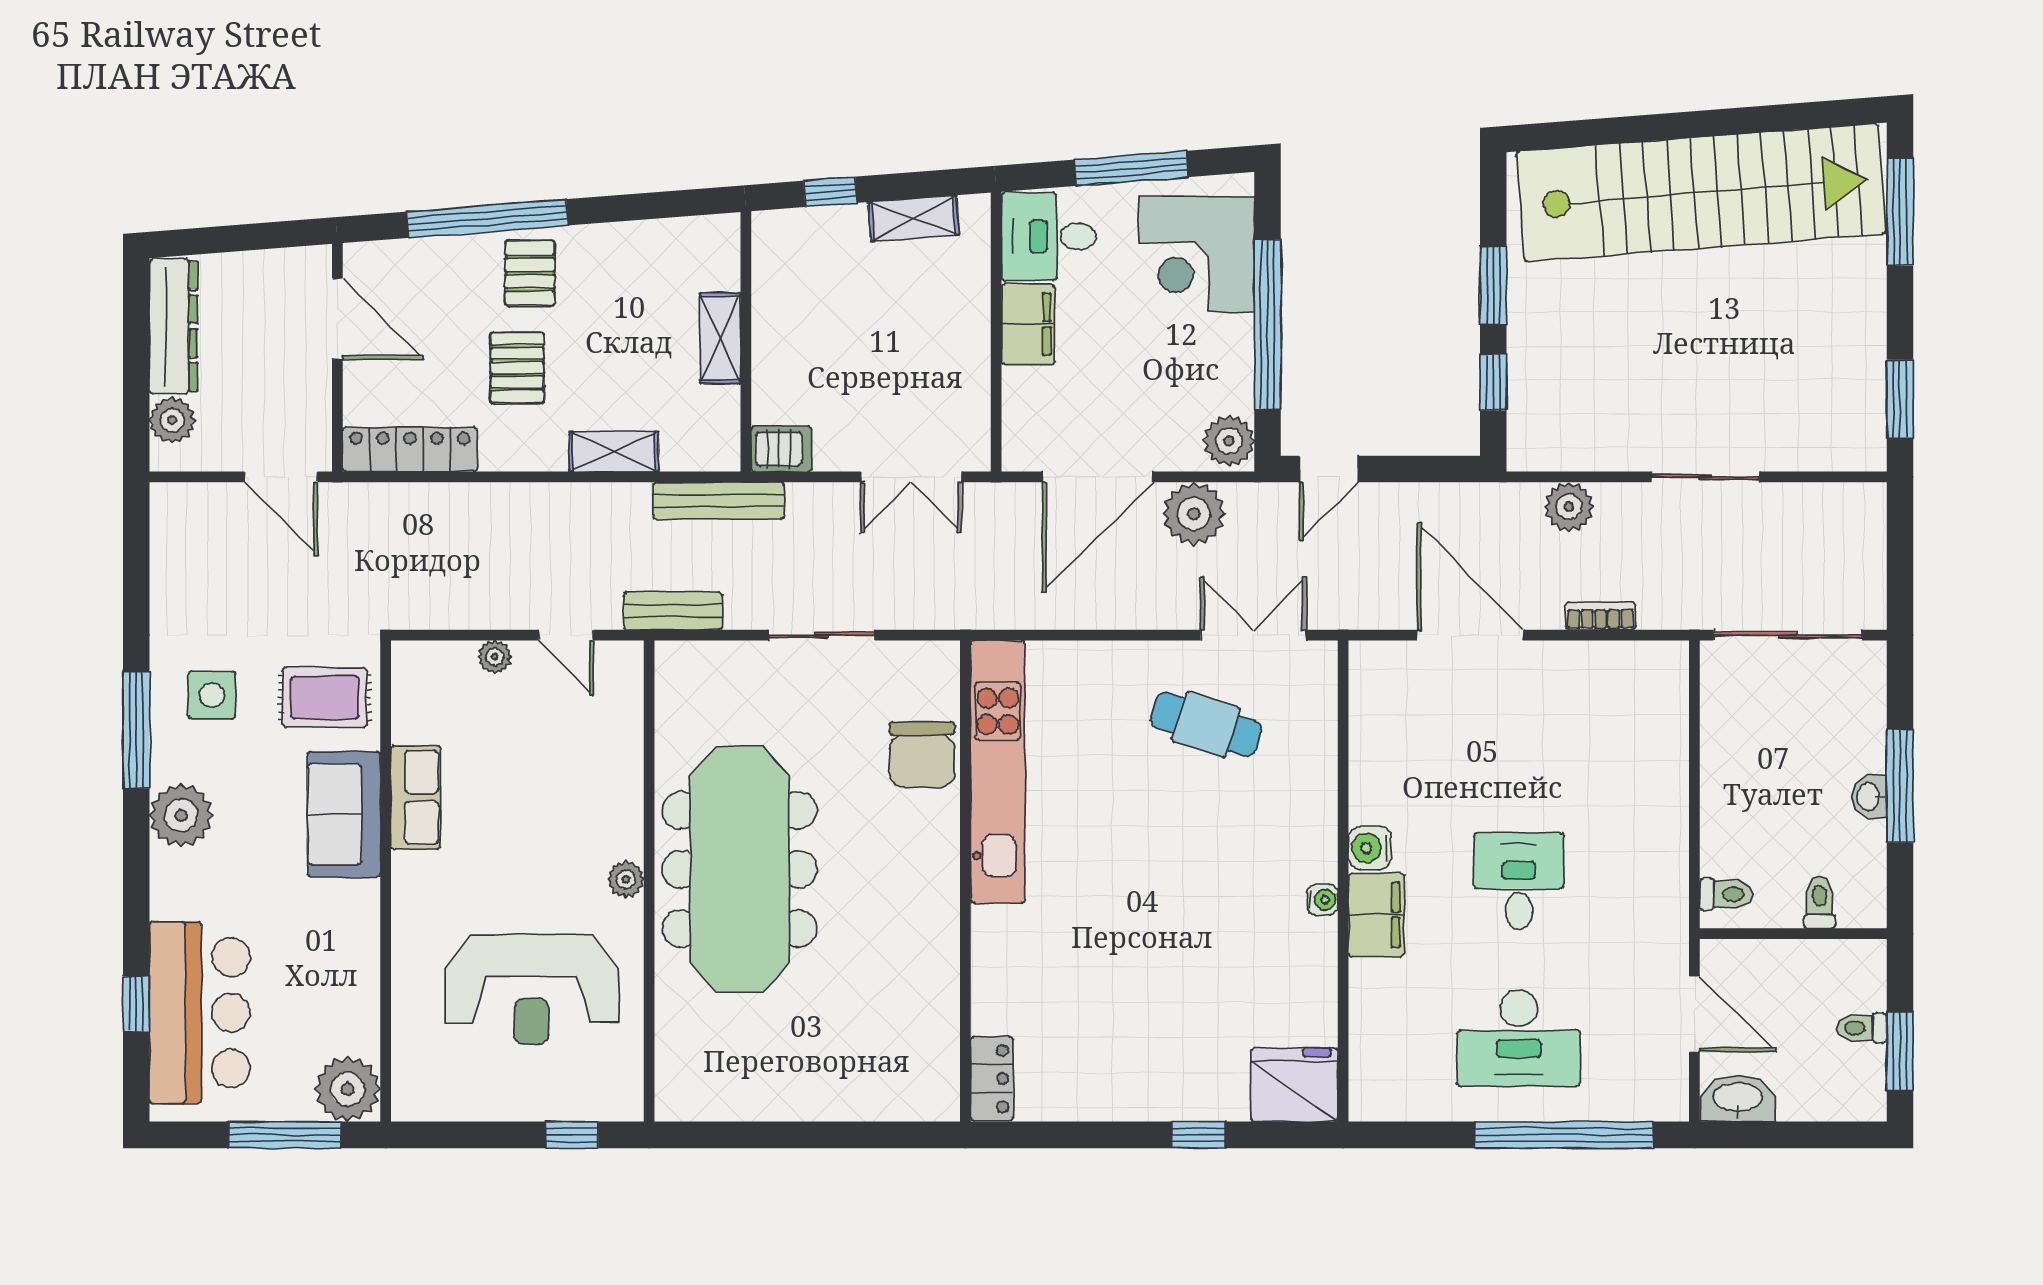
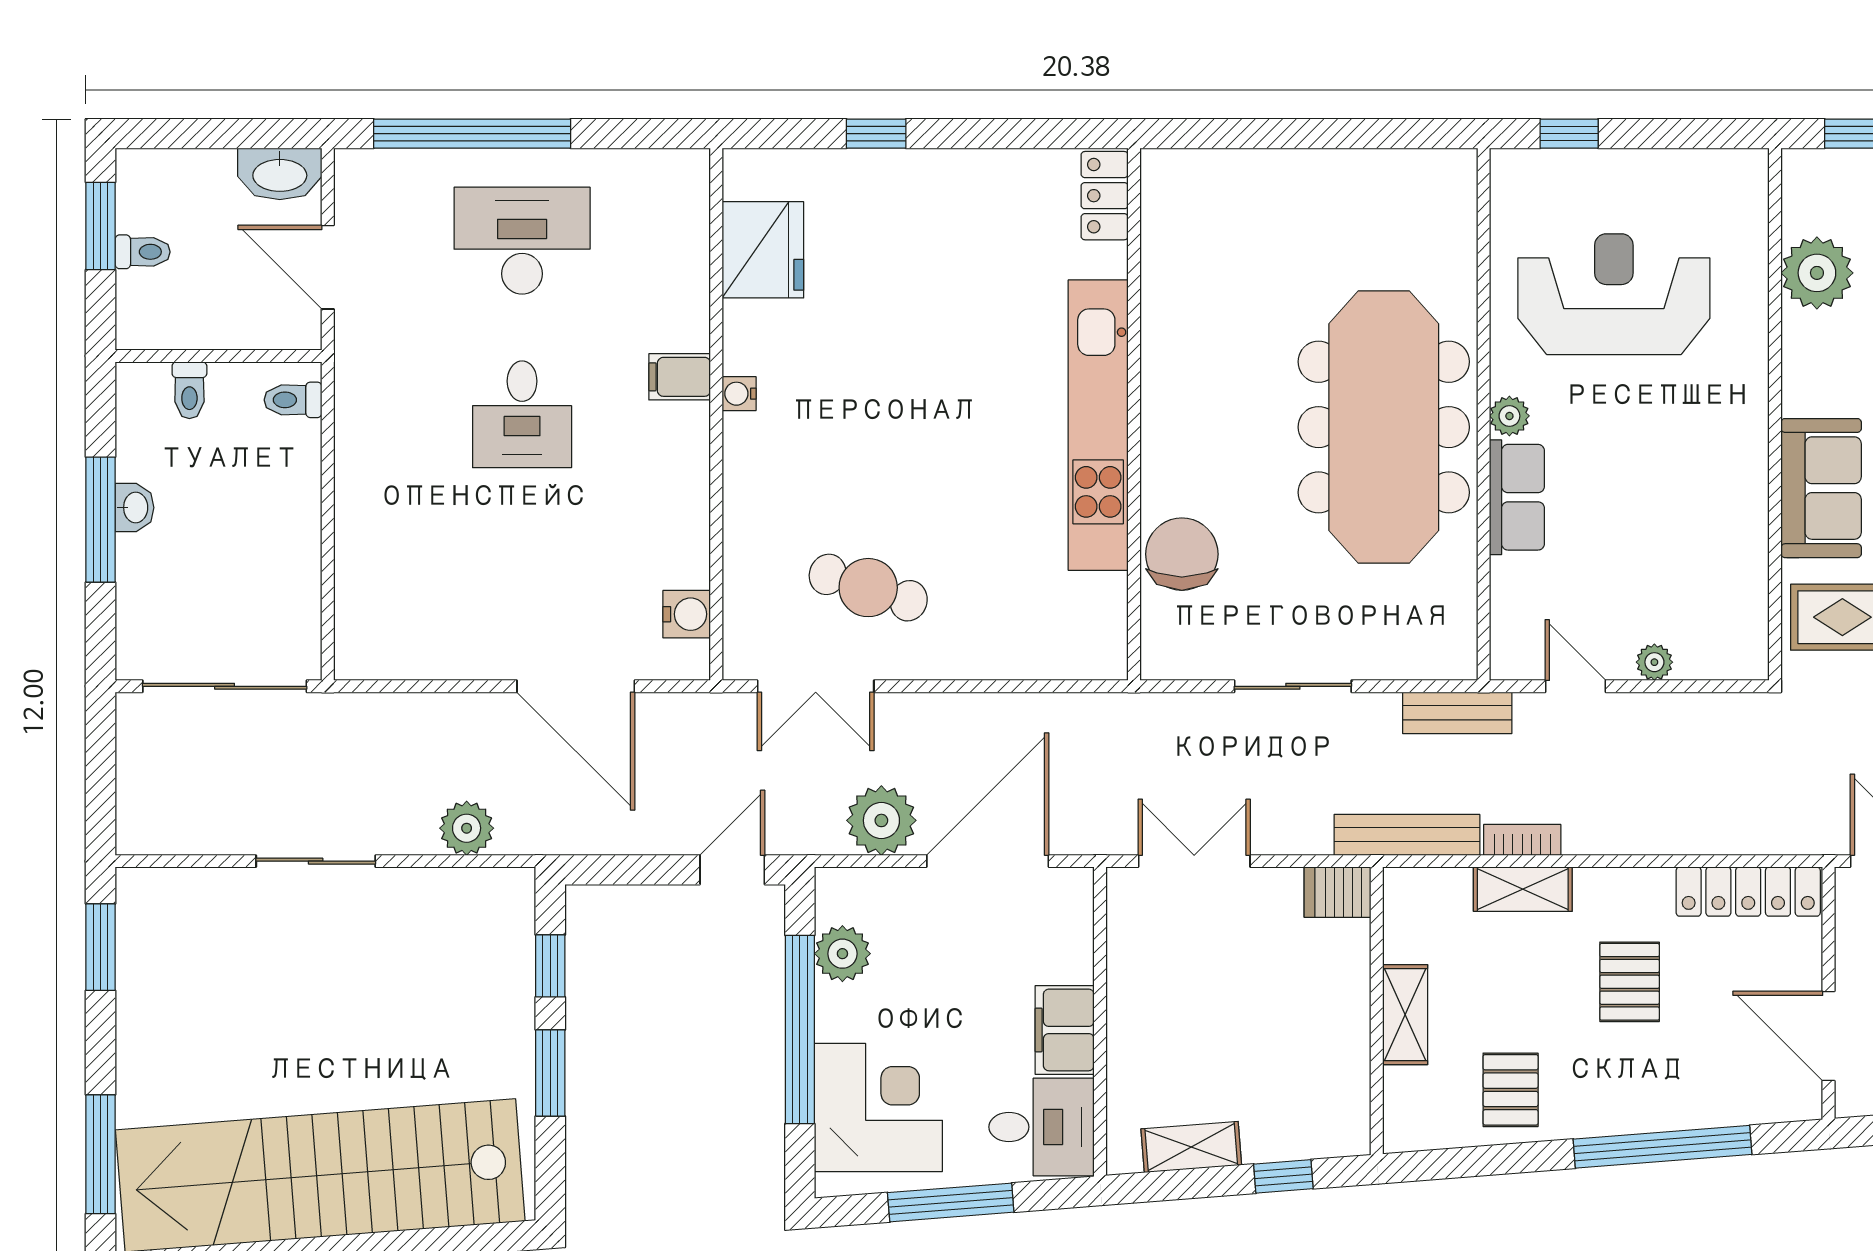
pallet: (530, 273) -> (1511, 1090), moved
plant: (1229, 441) -> (842, 954), moved
bookcase: (1600, 616) -> (1522, 840), moved, turned 180
kitchen unit: (998, 772) -> (1098, 425), moved
row of seats: (416, 797) -> (1517, 497), moved, turned 180
water cooler: (1370, 848) -> (687, 614), moved
filing cabinet: (1376, 915) -> (680, 377), width x0.50
fridge: (1294, 1085) -> (763, 250), moved, turned -90
plant: (348, 1089) -> (1817, 273), moved

